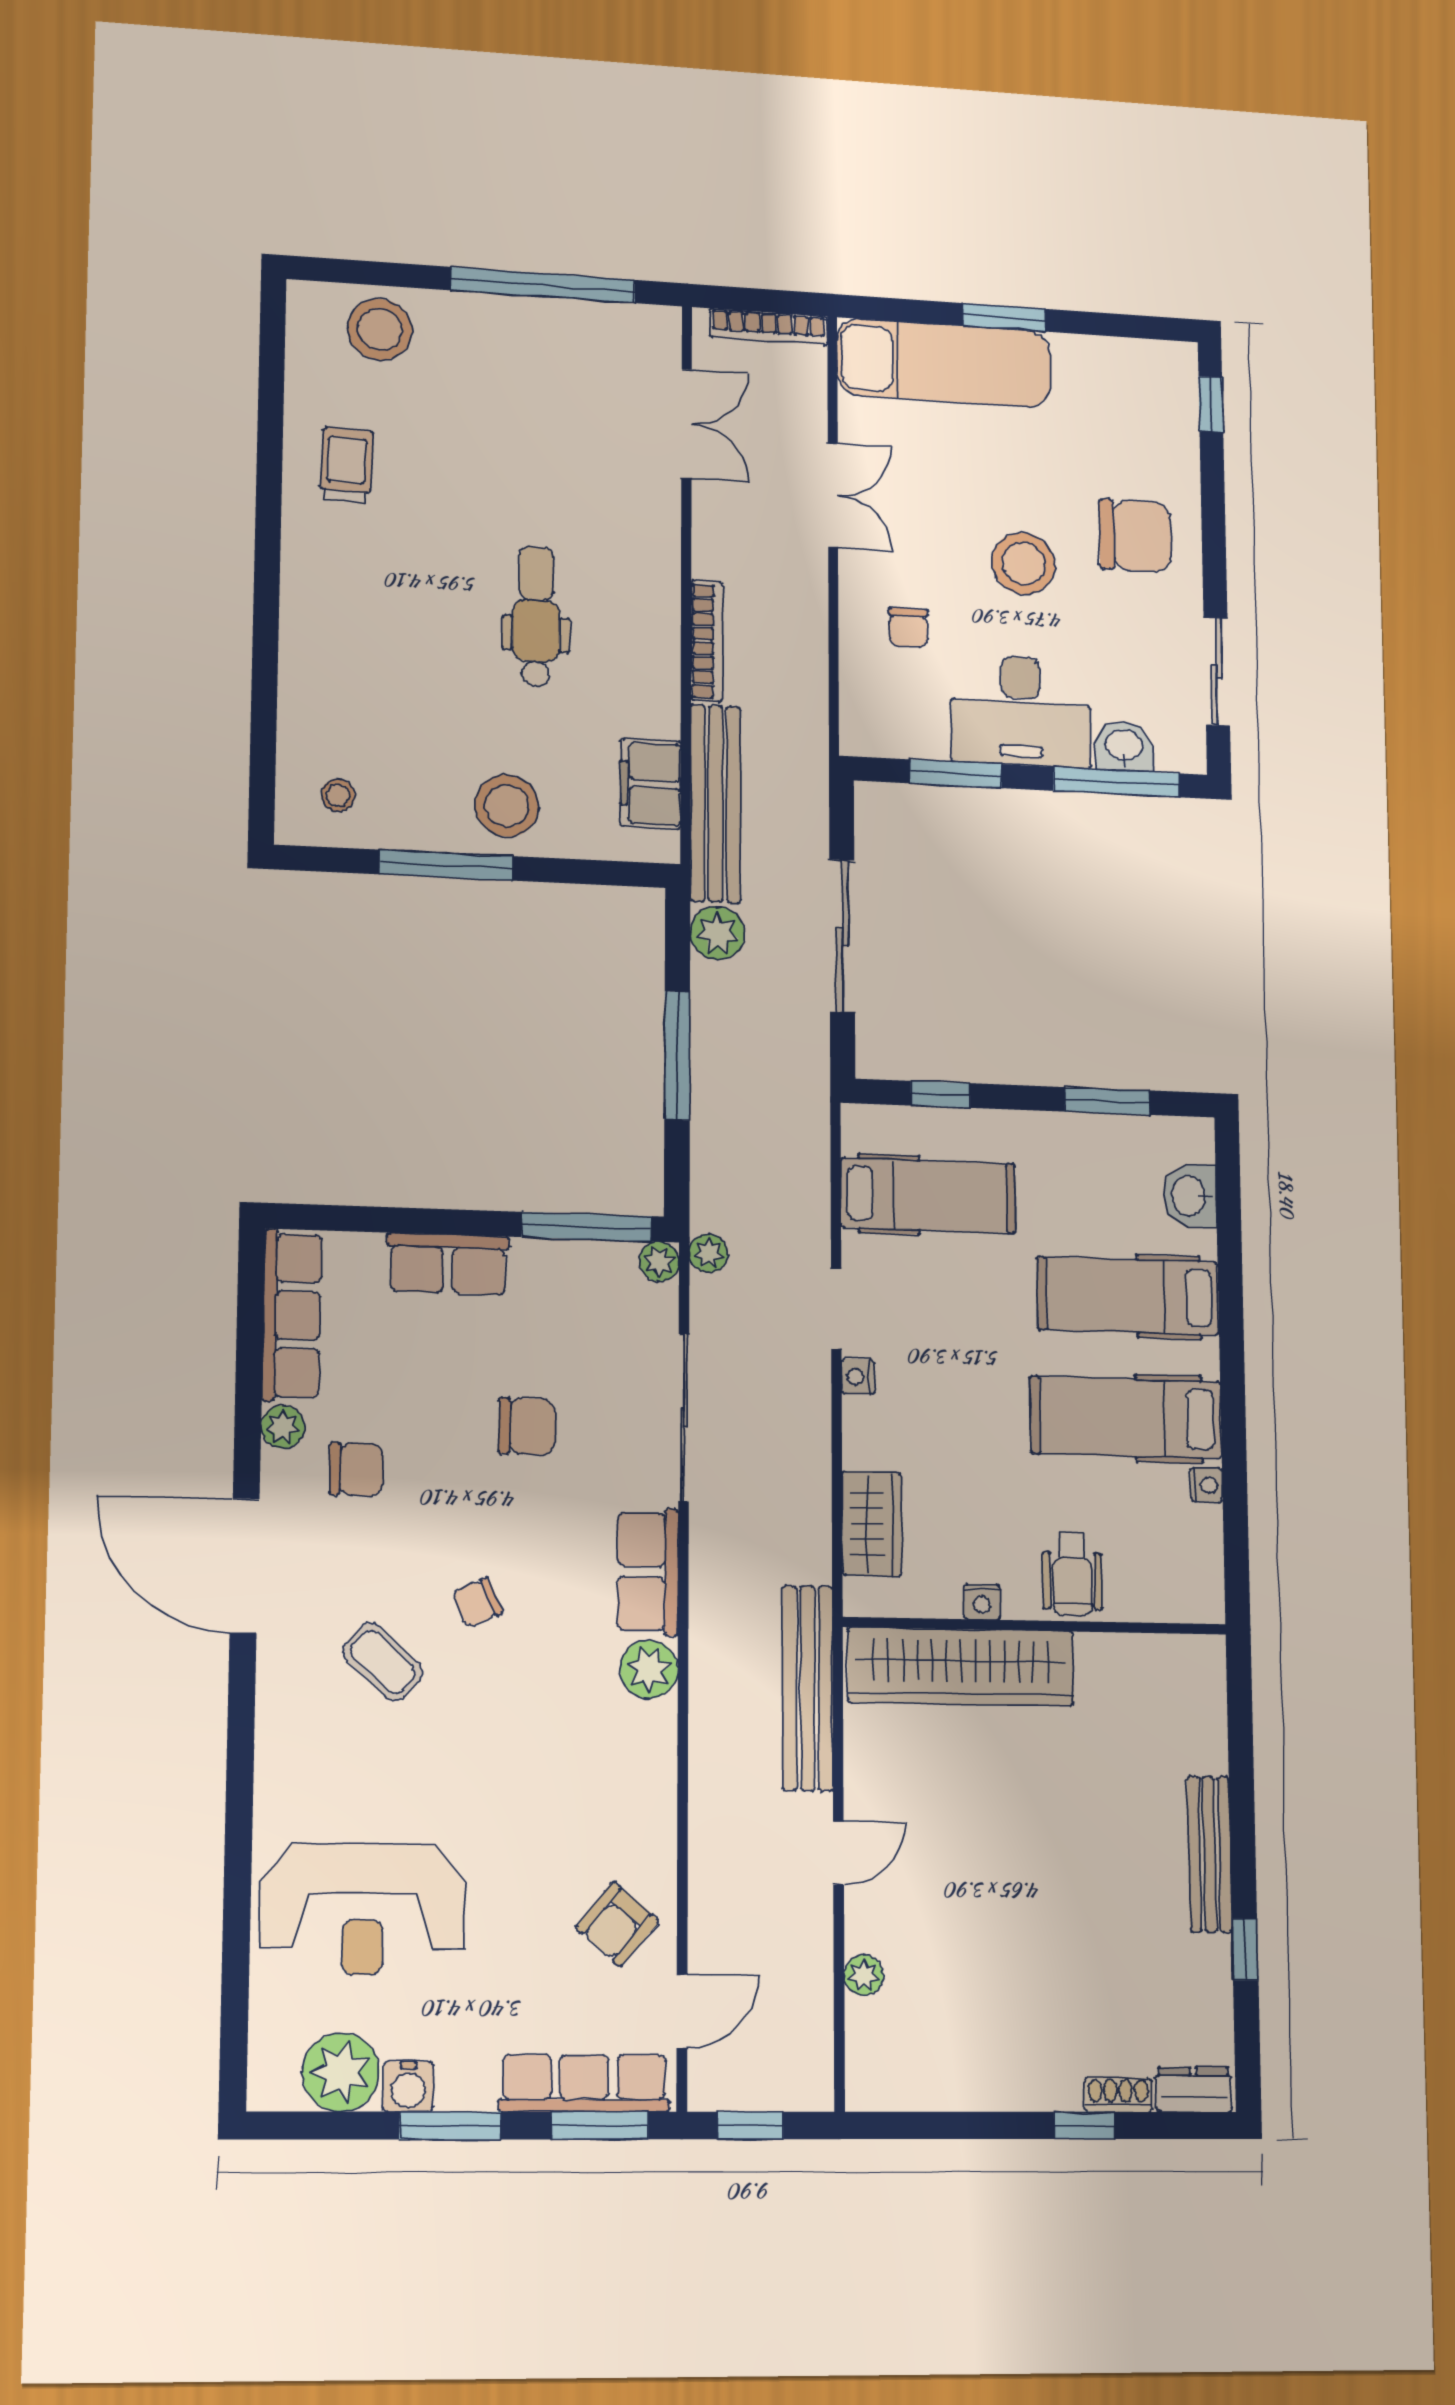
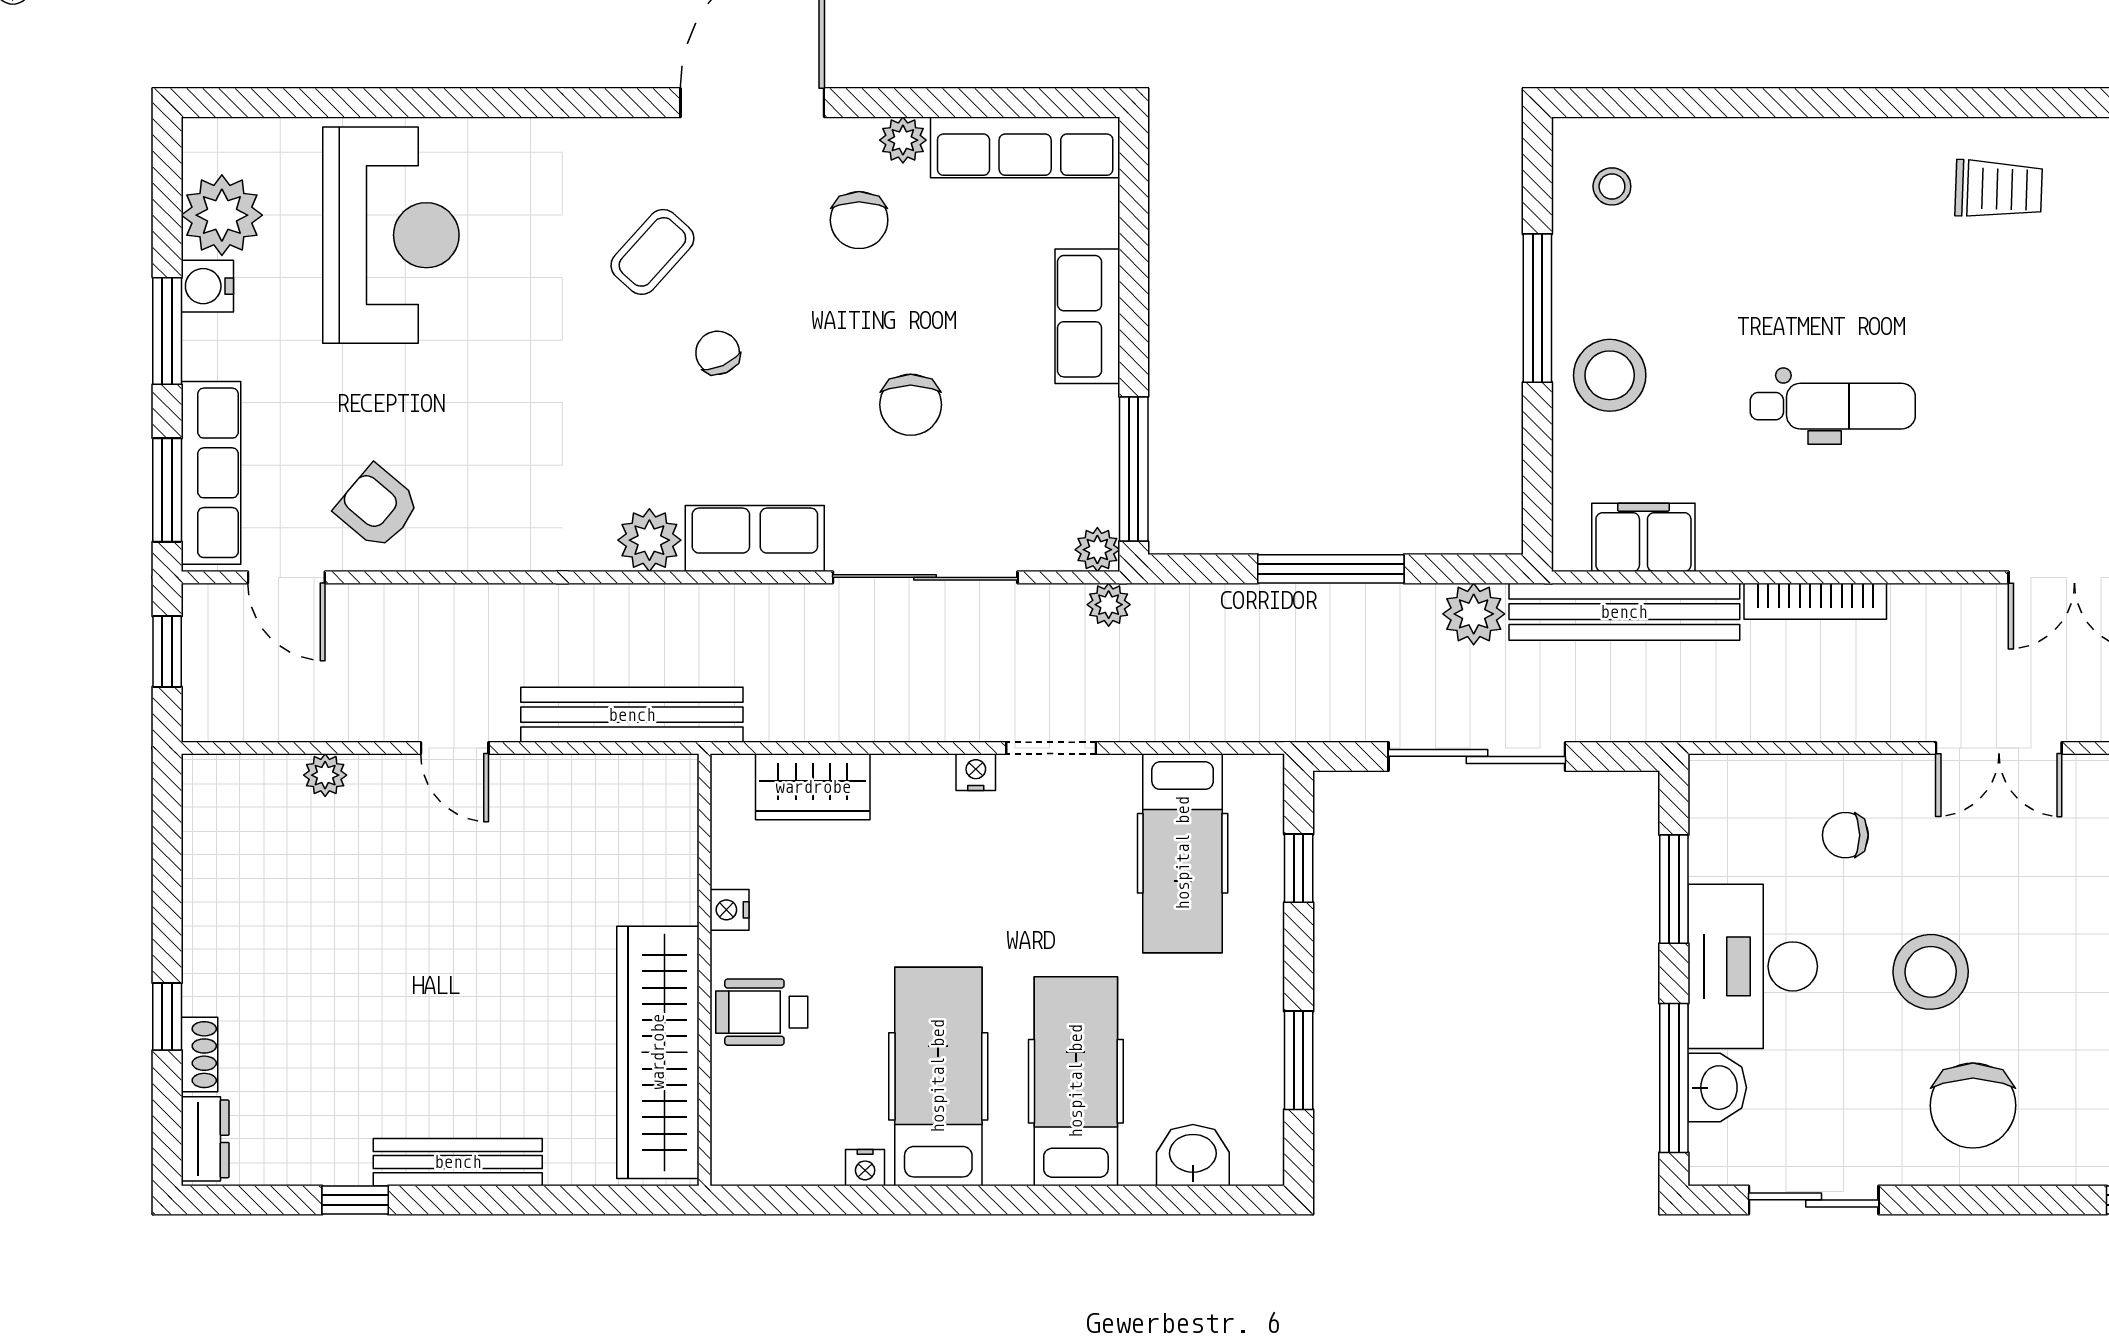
wardrobe: (961, 1667) -> (658, 1052), moved
reception desk: (363, 1909) -> (391, 235), turned 180

